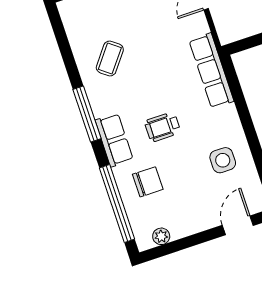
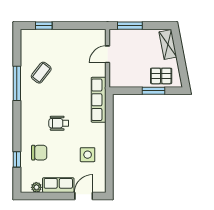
window: (87, 114) -> (17, 83), moved
row of seats: (114, 140) -> (58, 185), moved, turned -90
window: (117, 204) -> (17, 159), width x0.32

